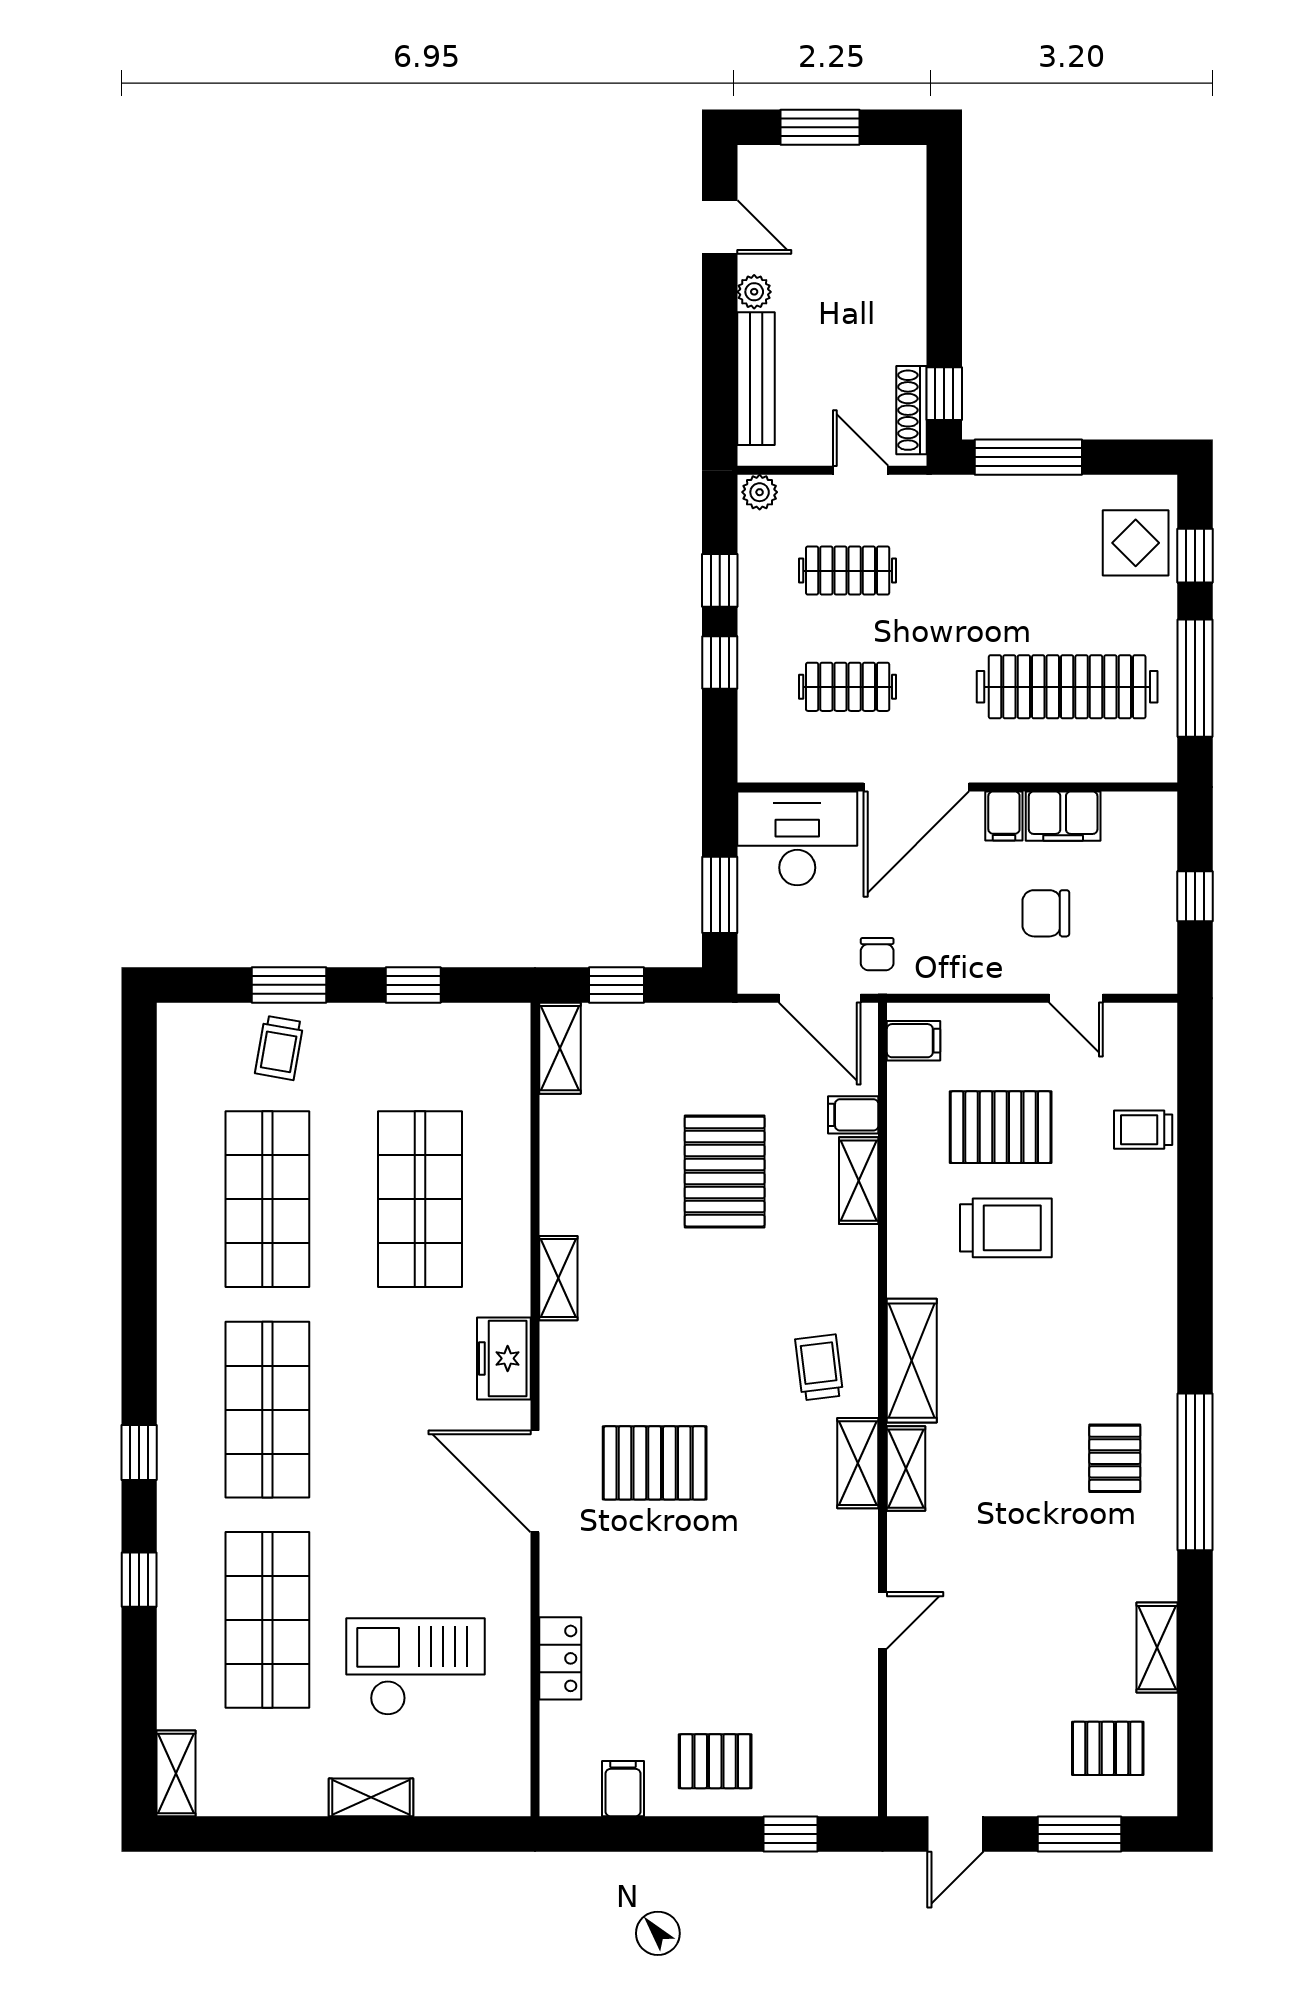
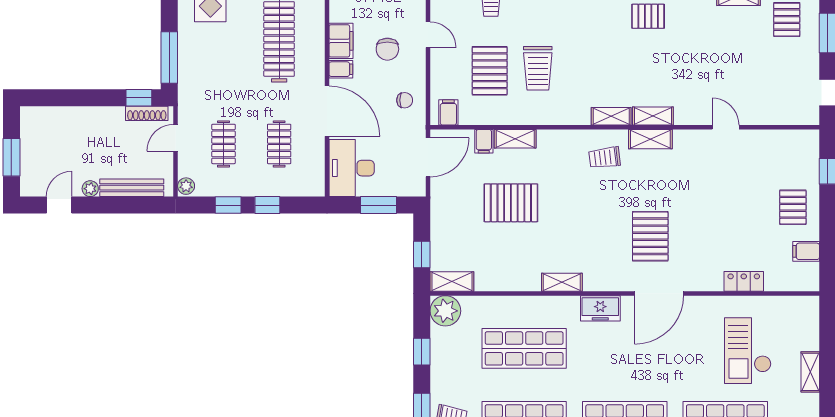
chair: (877, 954) -> (405, 100), moved
door: (1076, 998) -> (428, 35), hinge flipped
plant: (499, 1034) -> (445, 311), added
trolley: (1006, 1228) -> (538, 68), turned 180
shelving: (912, 1361) -> (611, 116), width x0.67, depth x0.75

